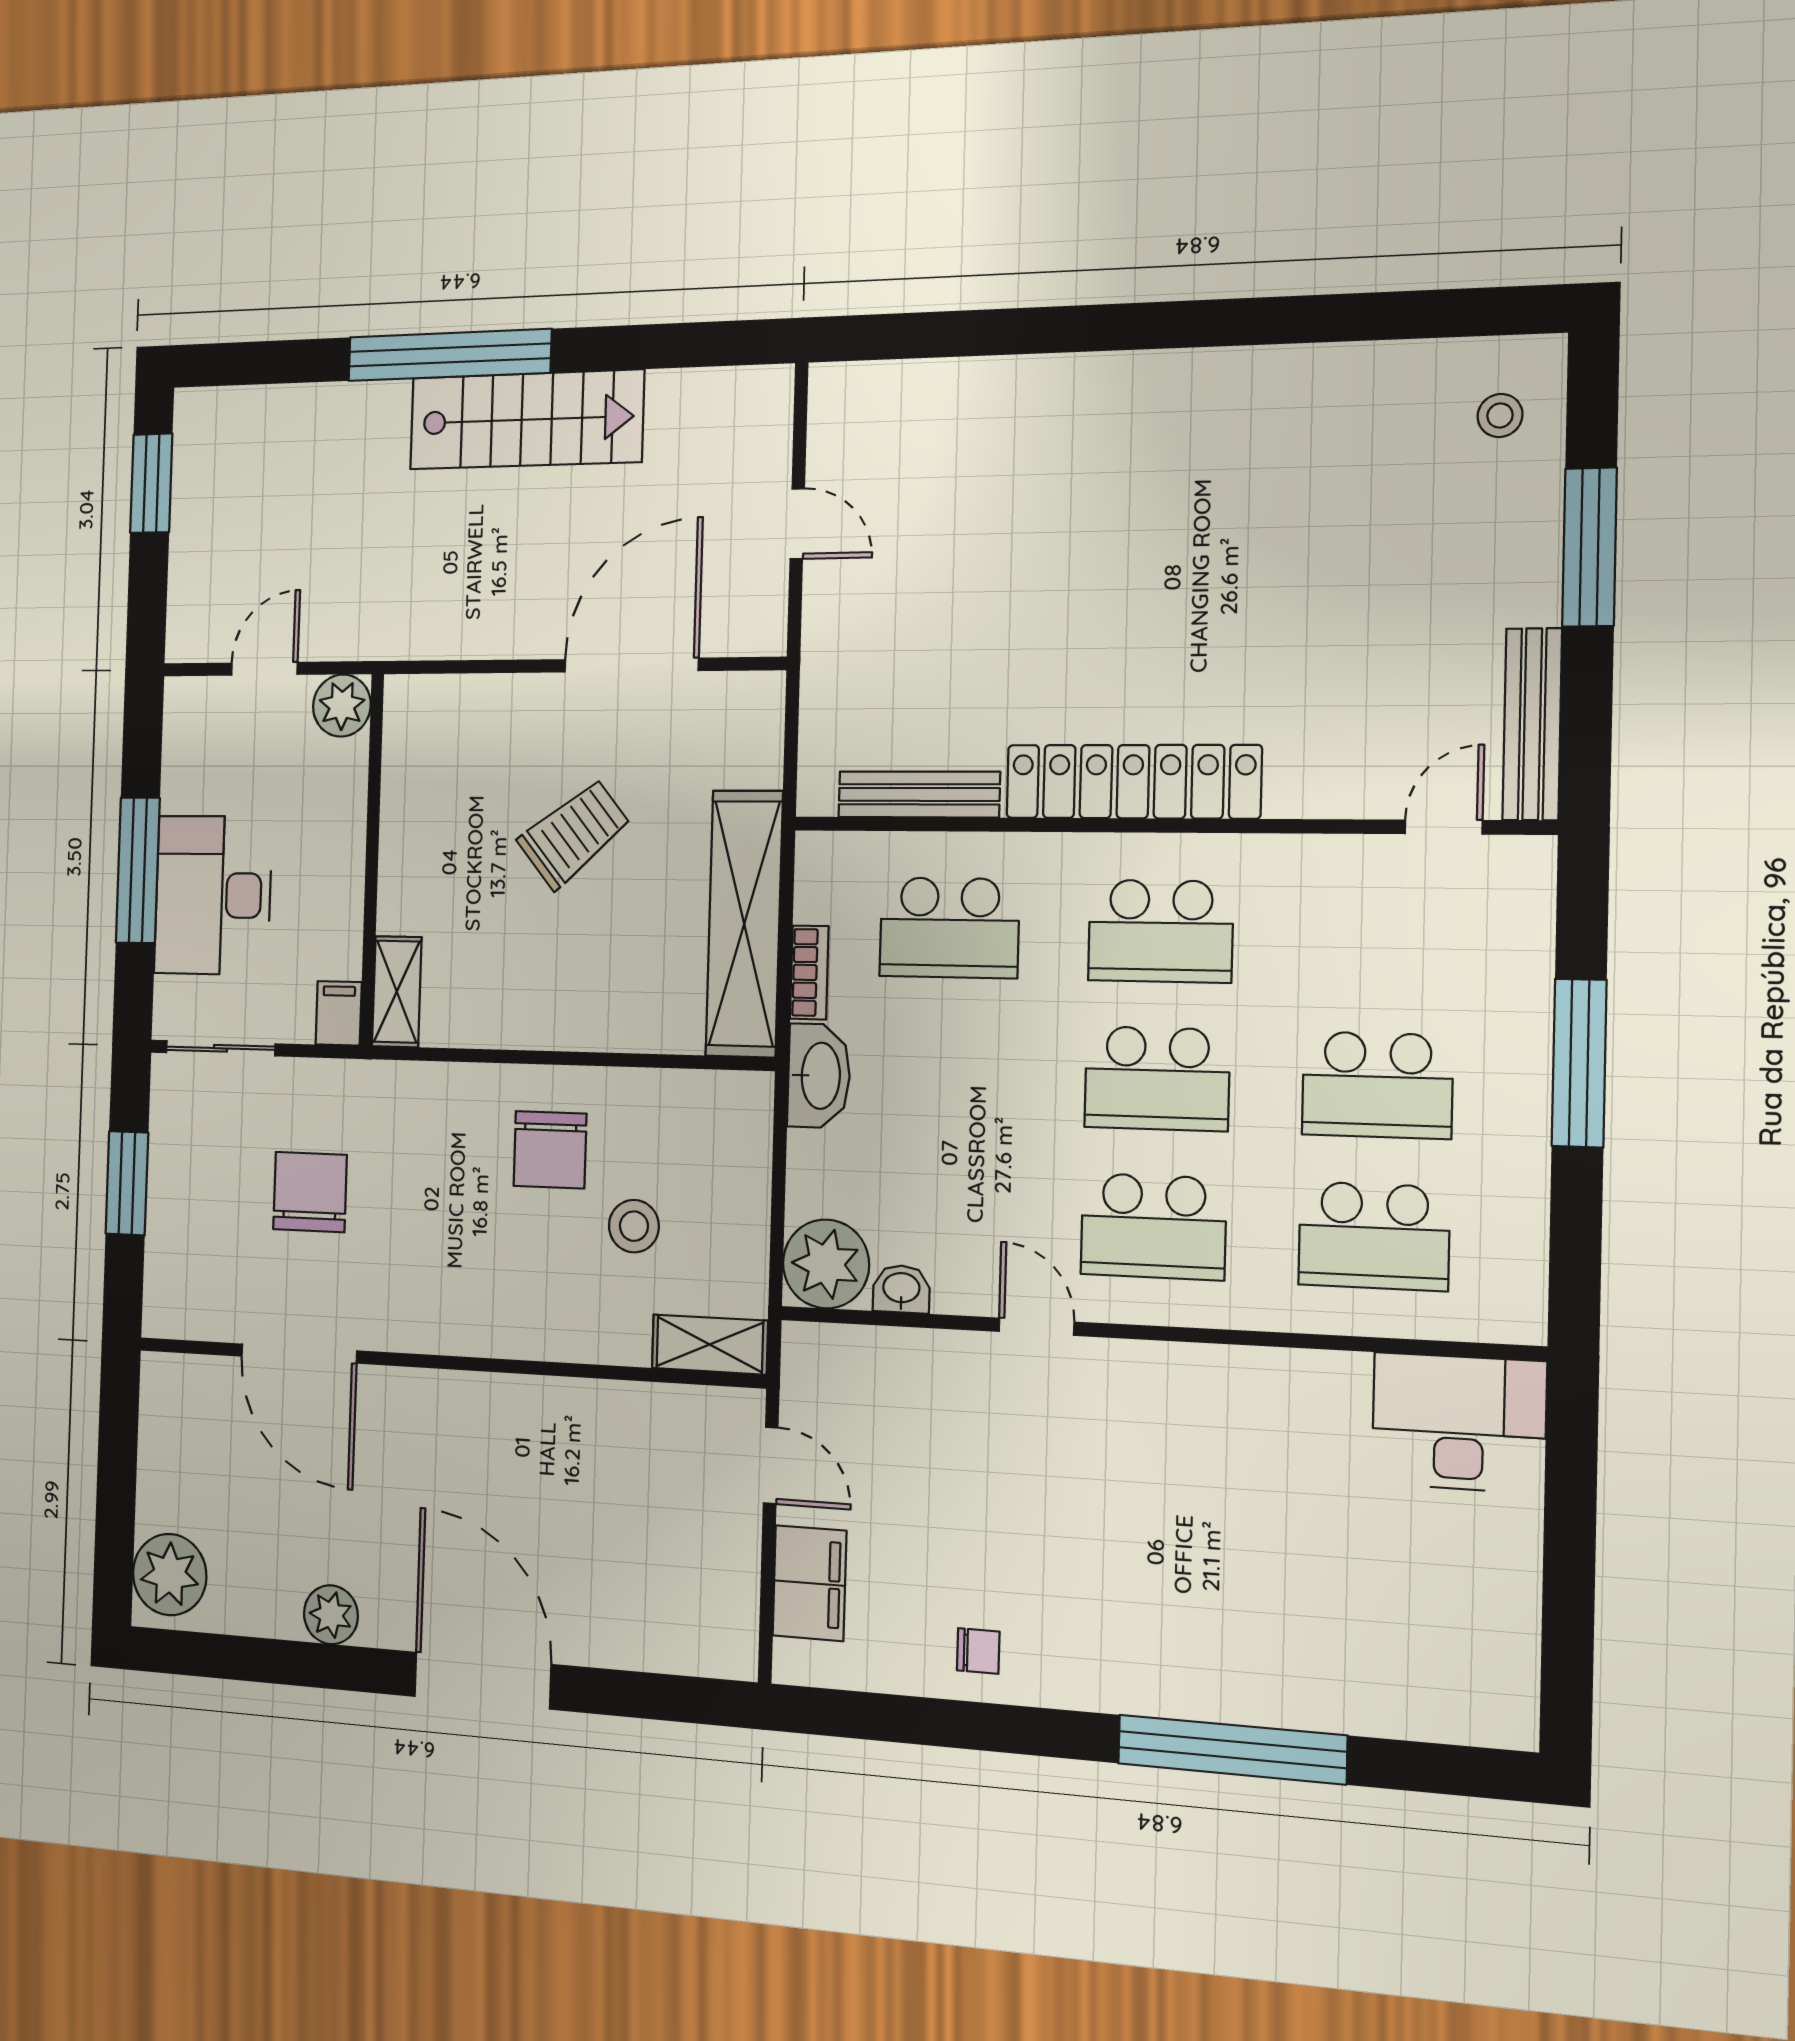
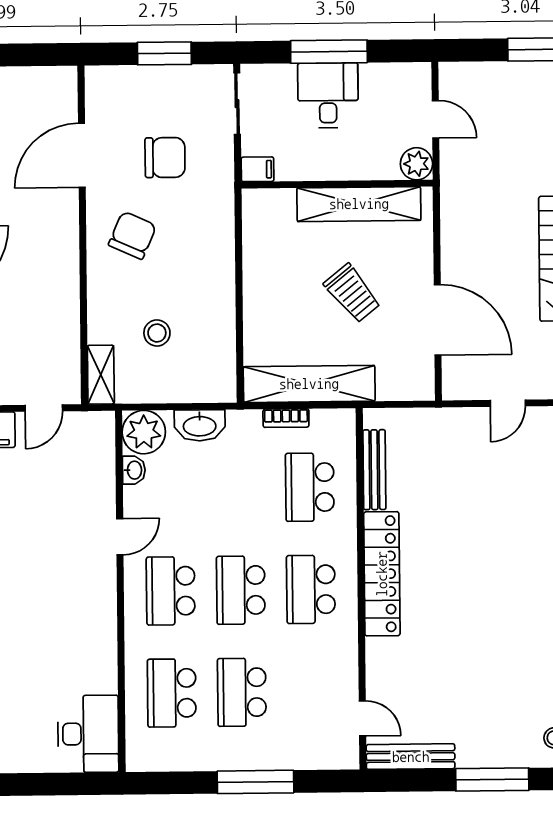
desk: (213, 895) -> (328, 95), width x0.73
shelving: (397, 992) -> (359, 204), moved, width x2.20, depth x1.33
washbasin: (819, 1076) -> (200, 425), moved
chair: (550, 1150) -> (132, 235), moved, turned 114

